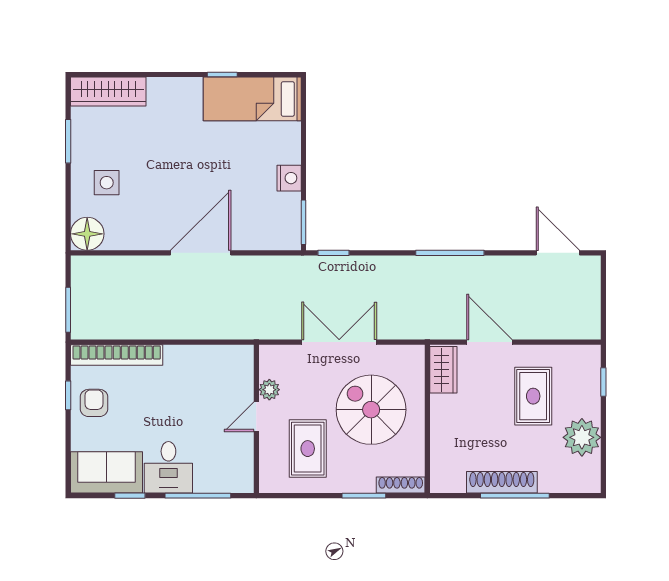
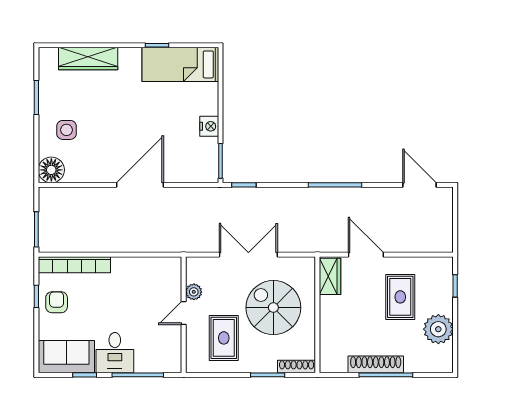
wardrobe: (108, 92) -> (88, 59), moved

